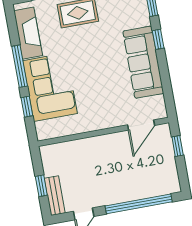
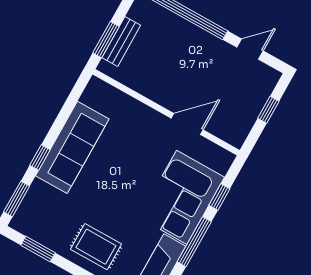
door: (141, 125) -> (187, 124), moved
window: (178, 146) -> (106, 40), width x1.50
bench: (55, 196) -> (121, 41), moved

